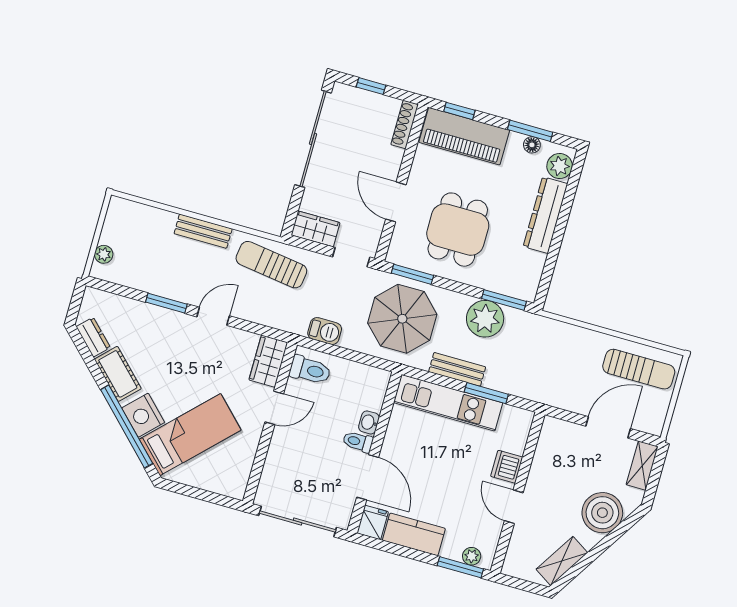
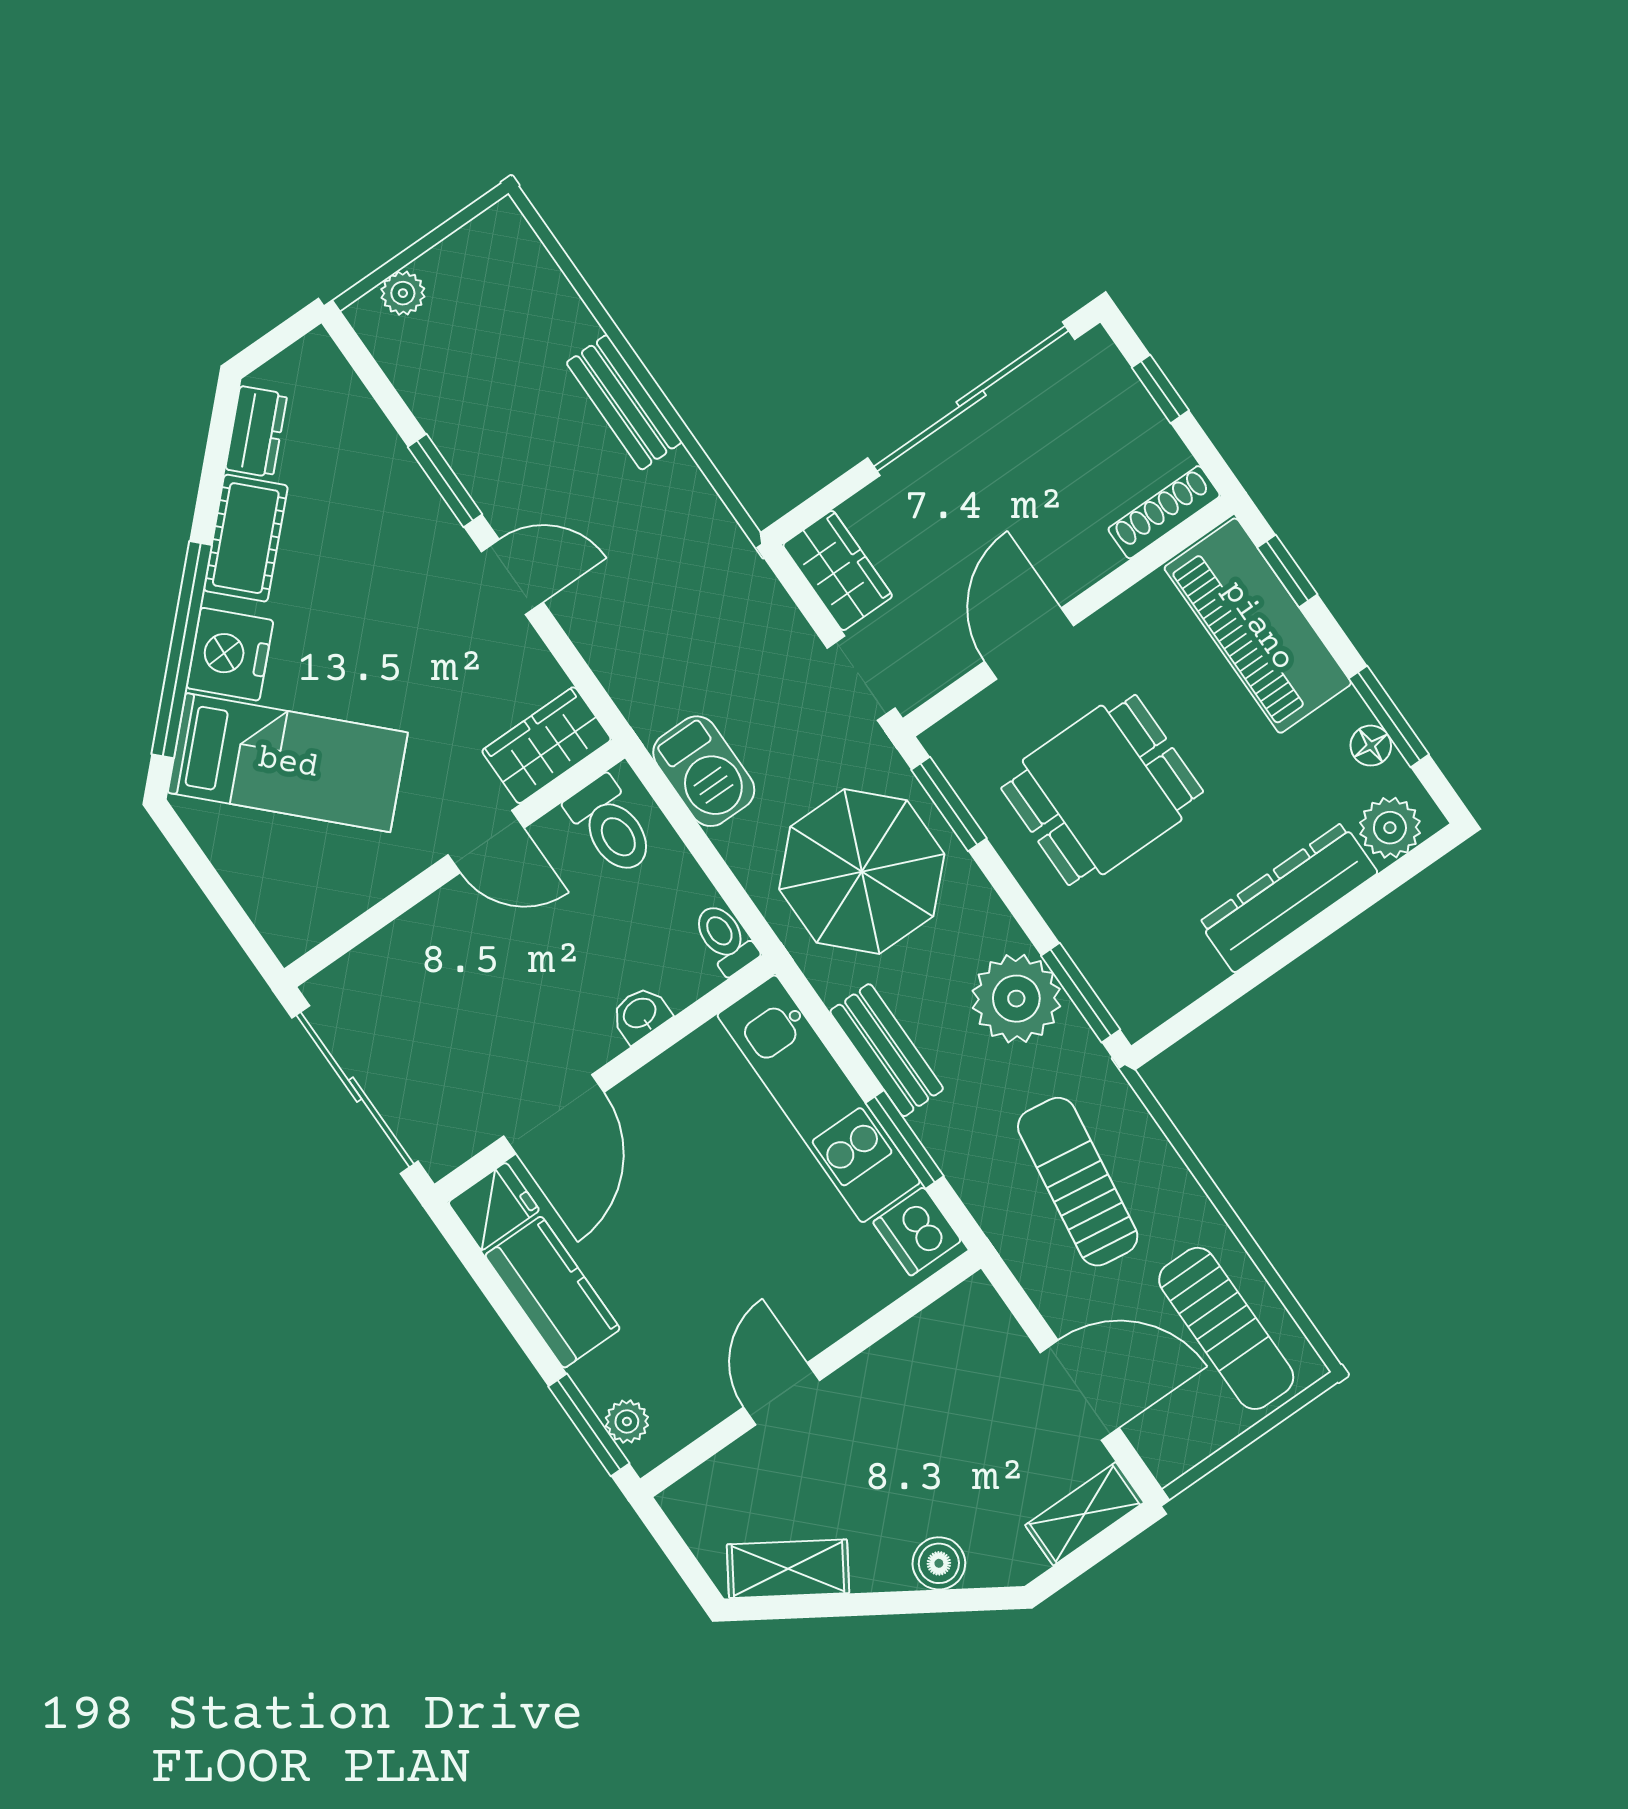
sun lounger: (271, 265) -> (1078, 1182), moved
barbecue: (325, 331) -> (704, 771), width x1.38, depth x1.27
toilet: (358, 442) -> (725, 939), moved
dishwasher: (507, 467) -> (917, 1232), moved, turned -90
boiler: (602, 513) -> (939, 1563), width x0.54, depth x0.54

